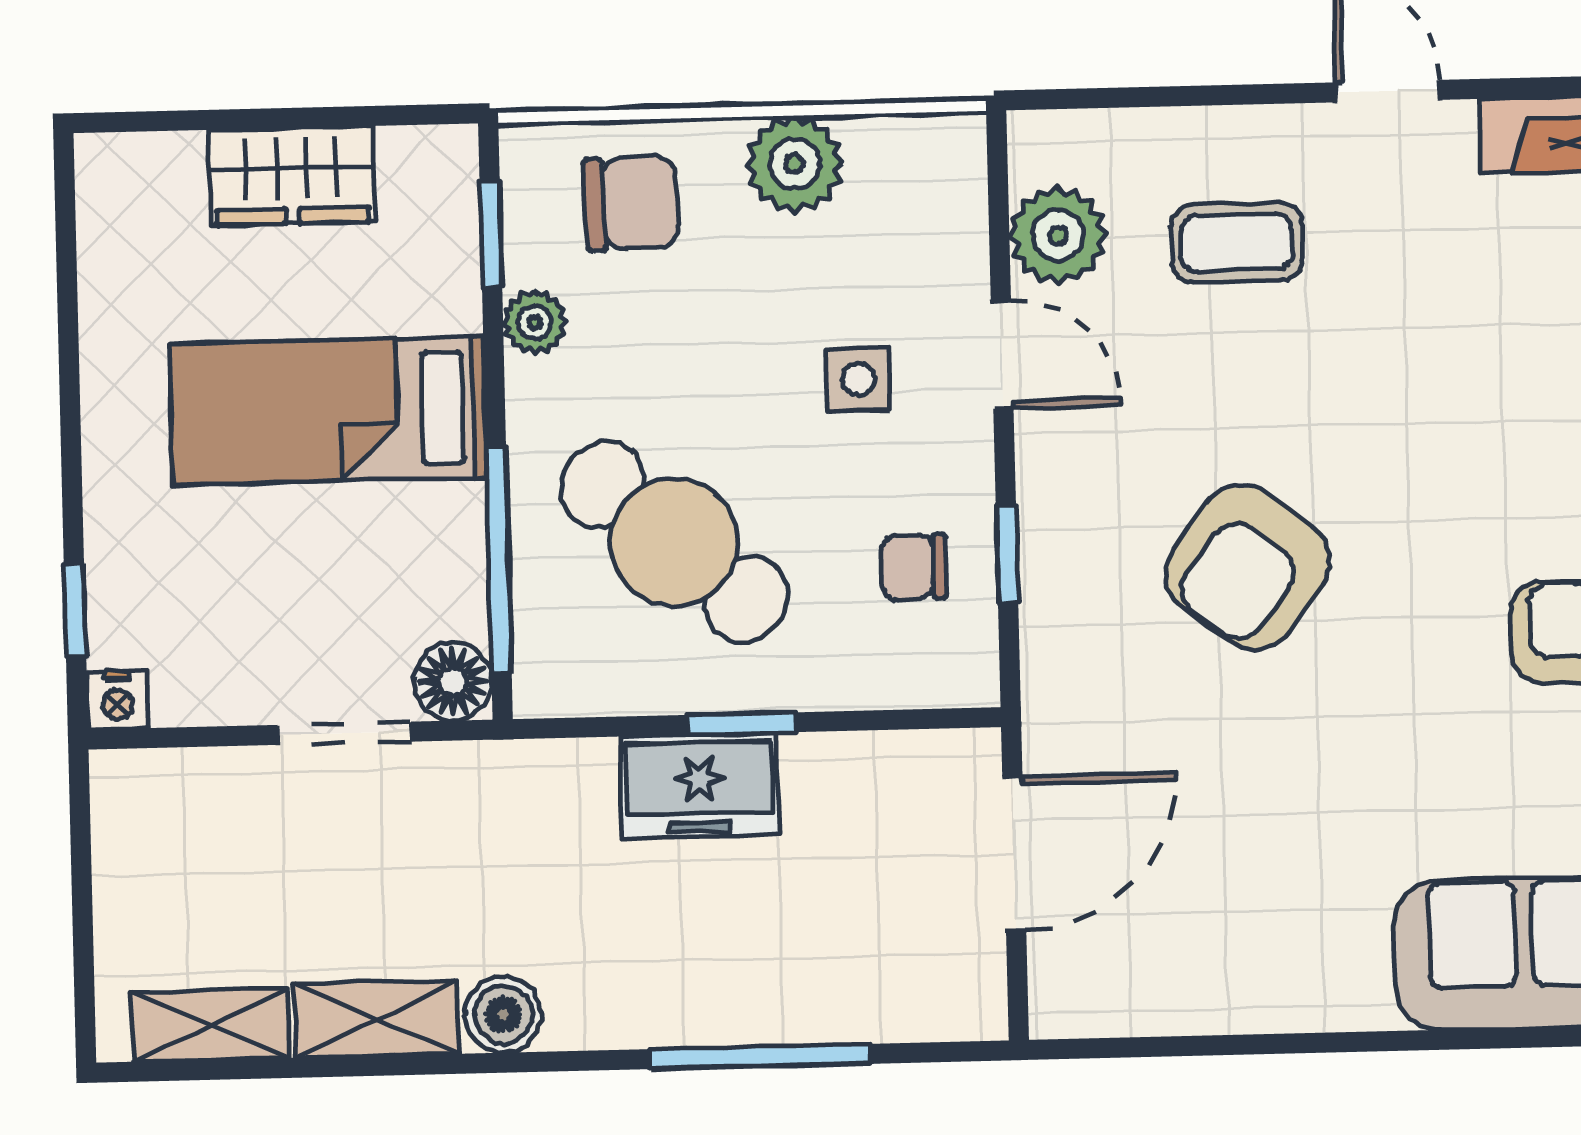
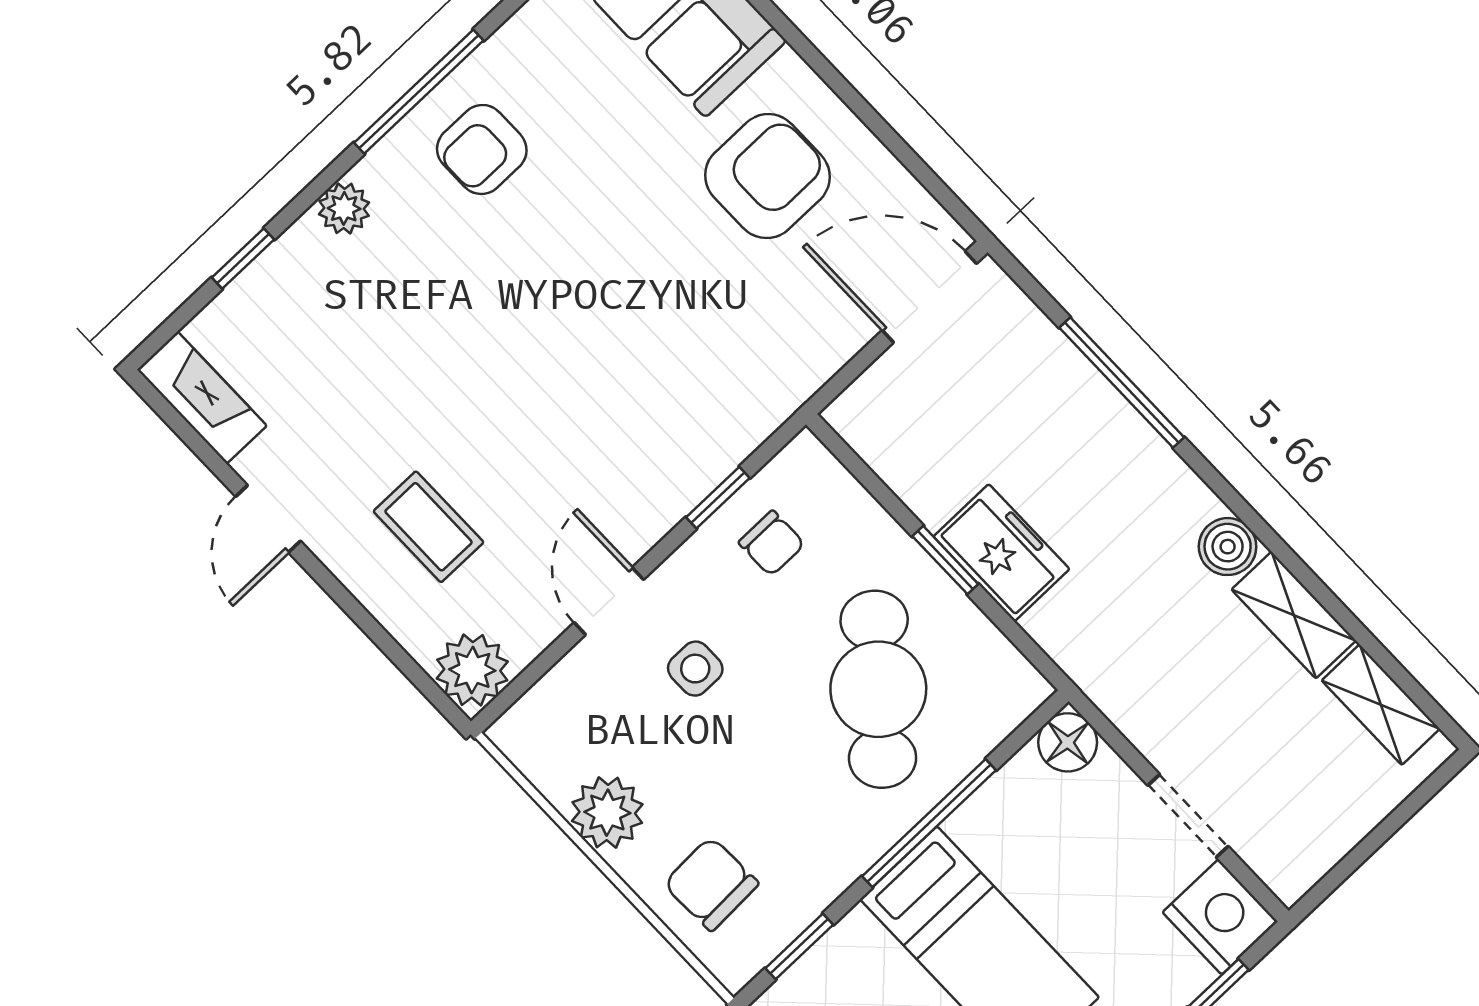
plant: (1058, 235) -> (472, 670), moved
plant: (535, 322) -> (826, 878), removed
window: (499, 560) -> (929, 823), moved
armchair: (1248, 567) -> (767, 176), moved, turned -37
nightstand: (118, 700) -> (1220, 917), width x1.89, depth x1.79
doorway: (344, 733) -> (1188, 816), moved
door: (1014, 853) -> (929, 297), moved

